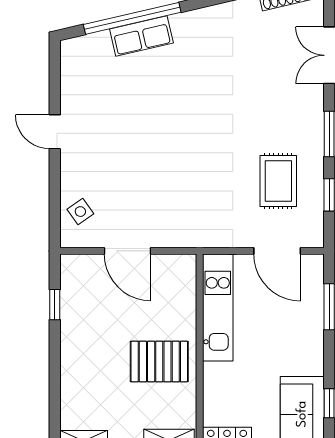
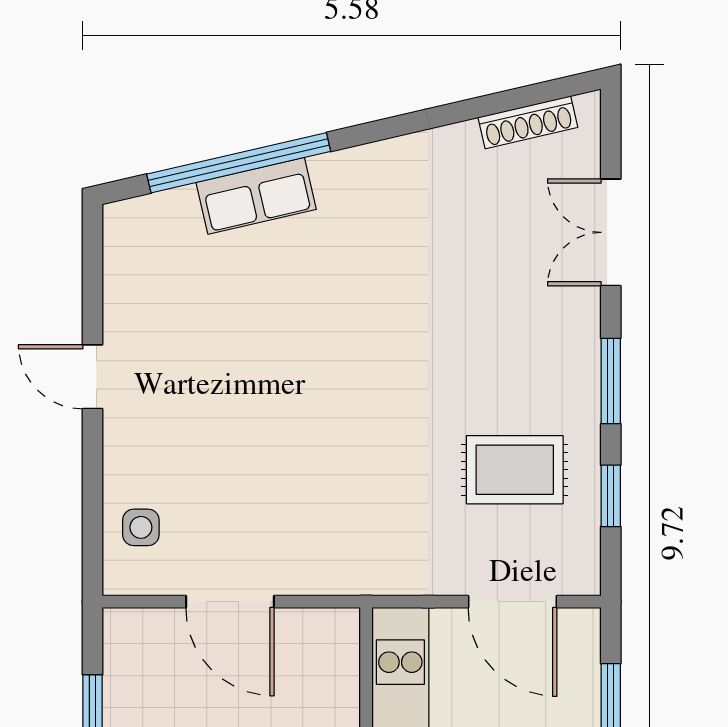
rug: (278, 181) -> (515, 470), turned 90
side table: (80, 212) -> (141, 527), turned 35

